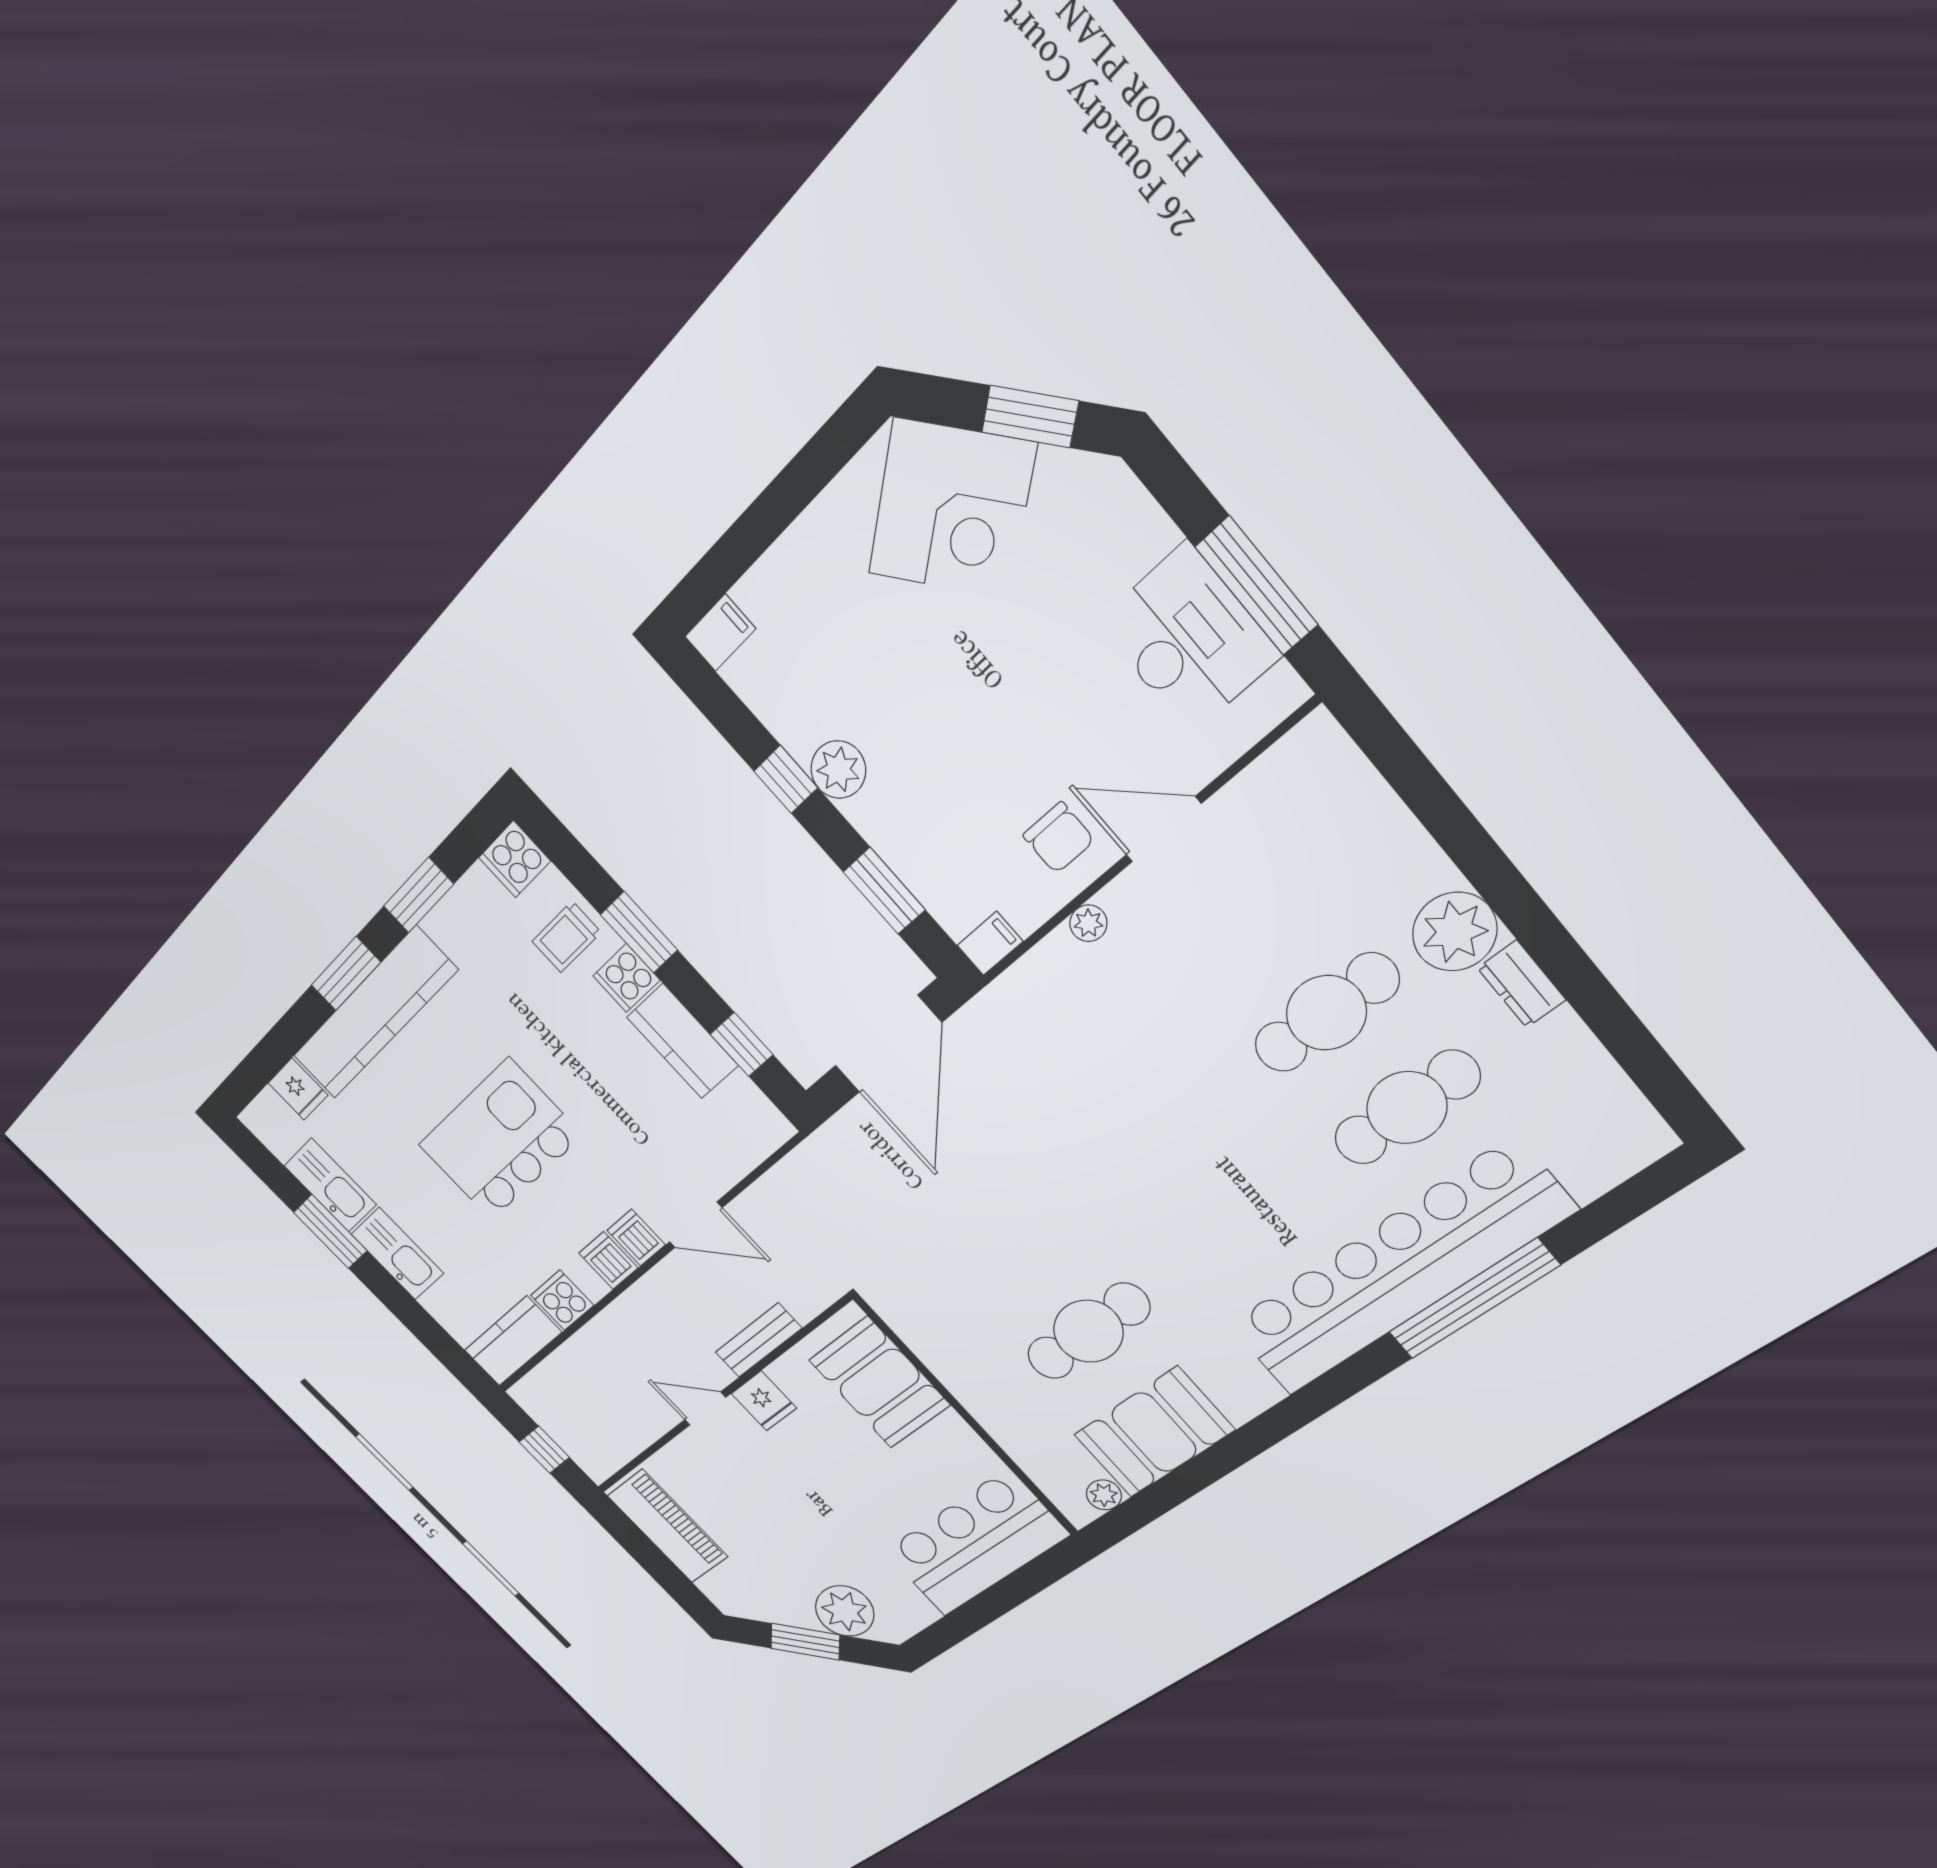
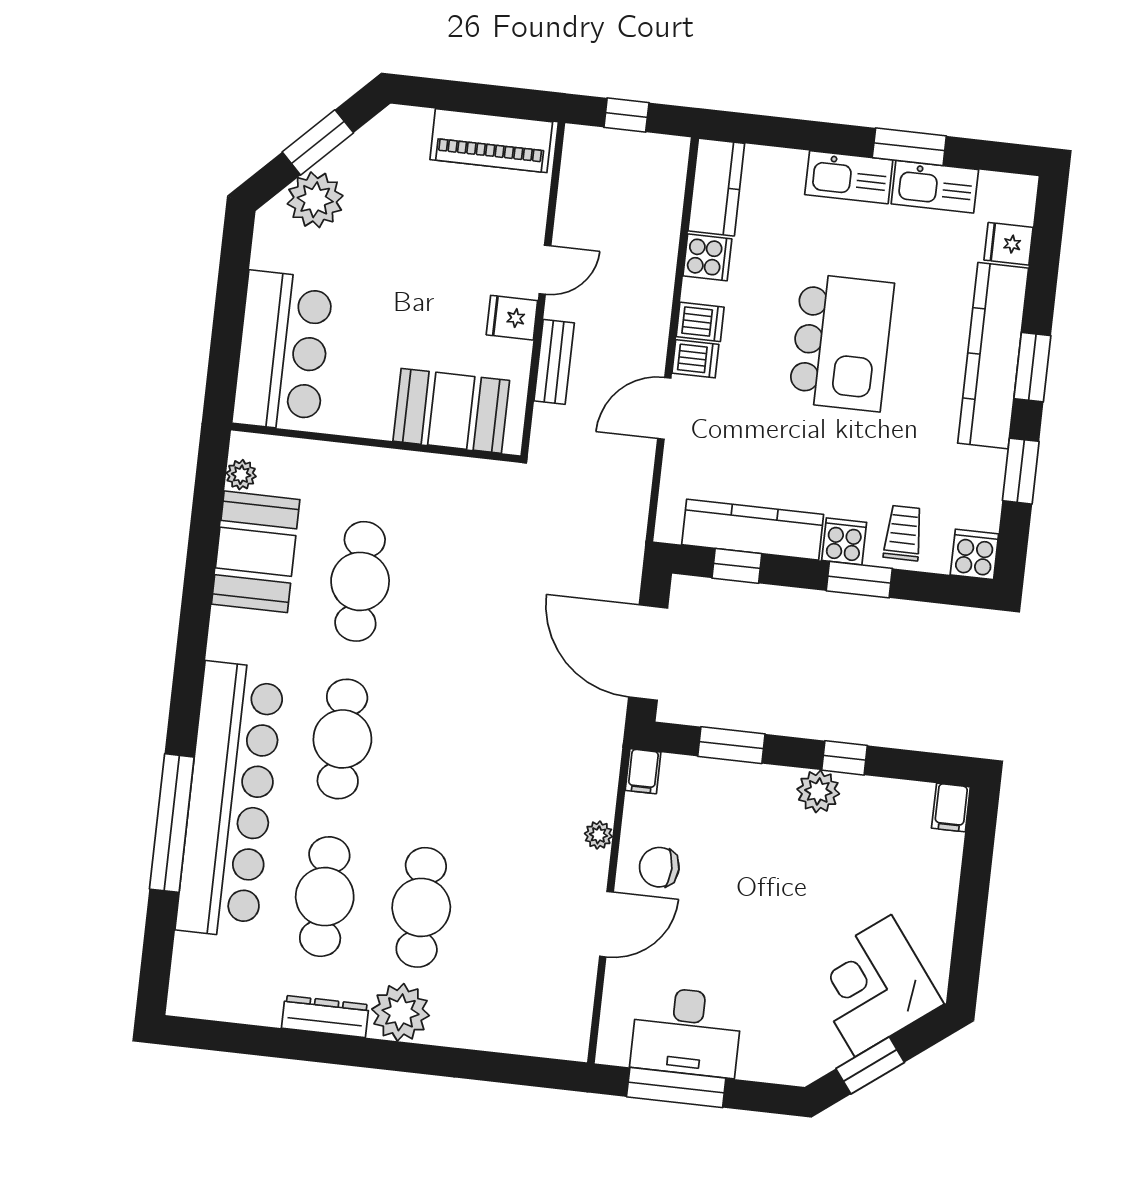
dresser: (1522, 984) -> (325, 1016), width x1.44
kitchen counter: (682, 1041) -> (753, 530), width x1.50
cafe table: (1240, 1225) -> (342, 739), added

